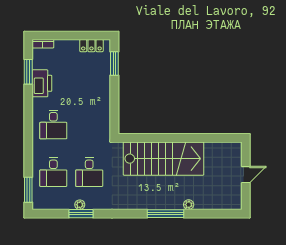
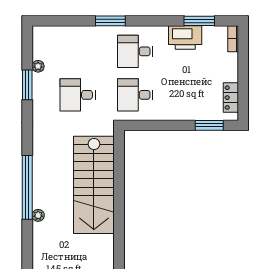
desk: (53, 172) -> (135, 95), moved
window: (28, 190) -> (110, 21), moved
plant: (80, 205) -> (38, 66), moved
window: (165, 214) -> (27, 187), width x1.46

